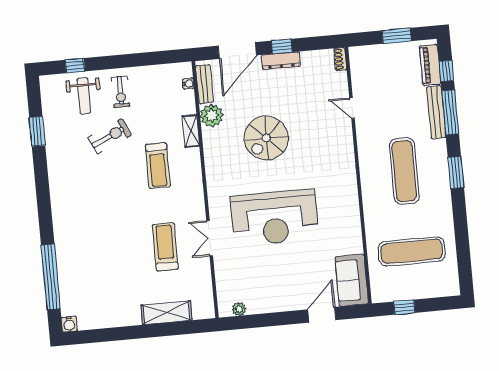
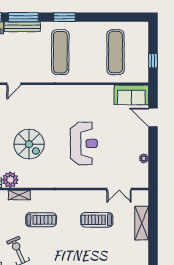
exercise mat: (404, 171) -> (60, 52), turned 90
reception desk: (275, 218) -> (84, 143), width x0.74, depth x0.77
double door: (210, 238) -> (119, 189), moved
plant: (239, 309) -> (144, 159), moved

